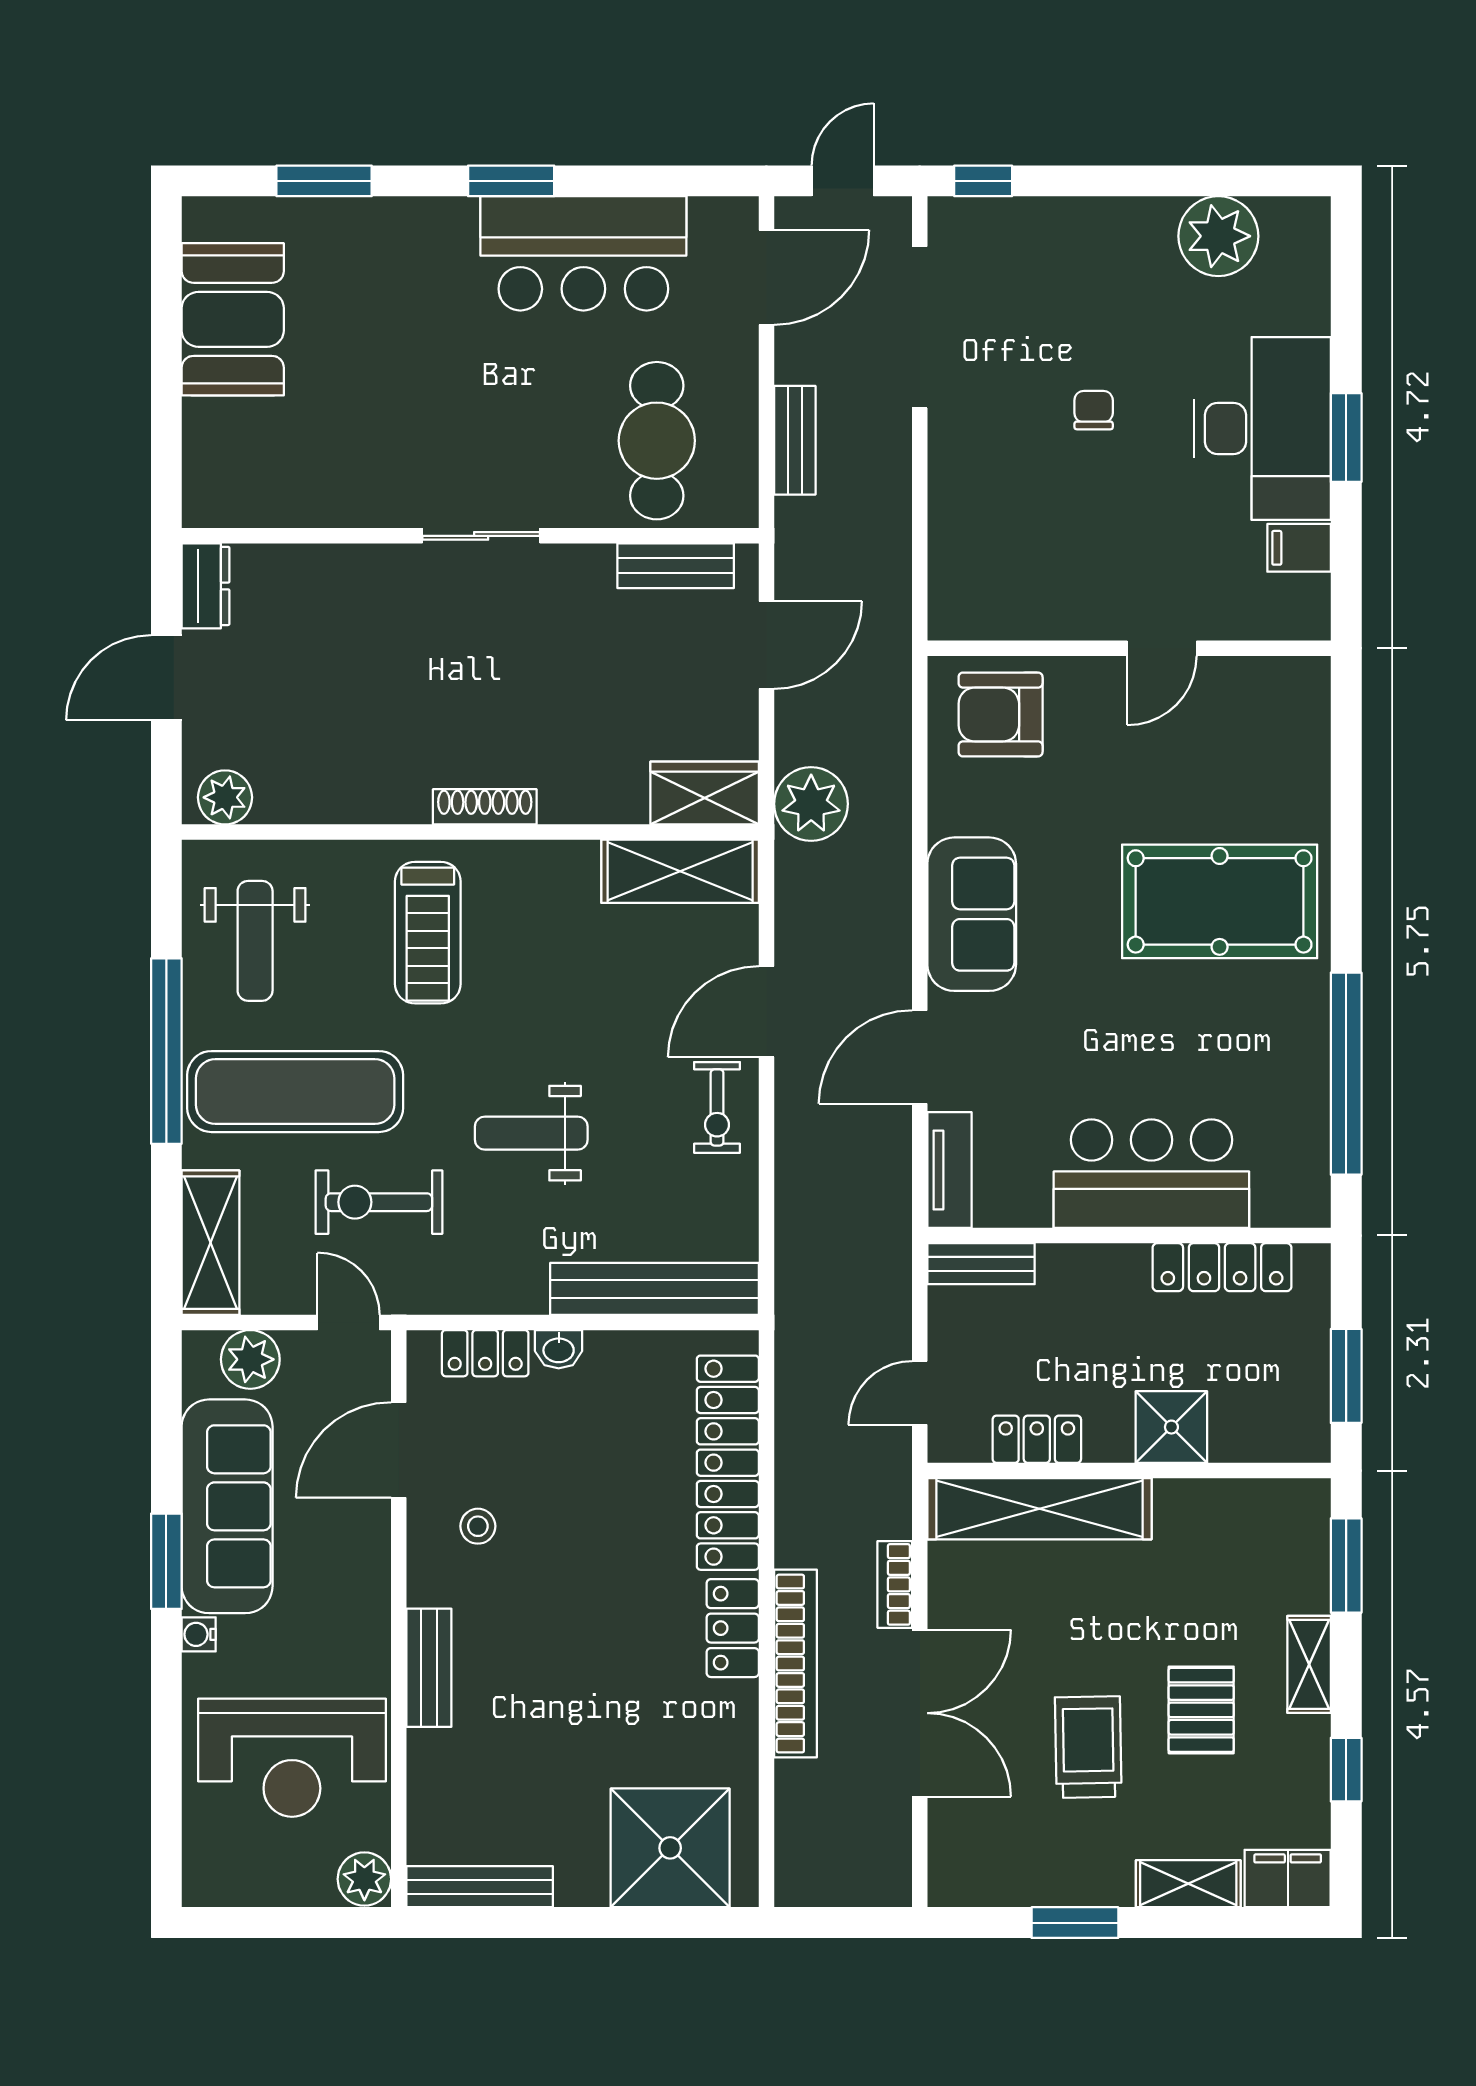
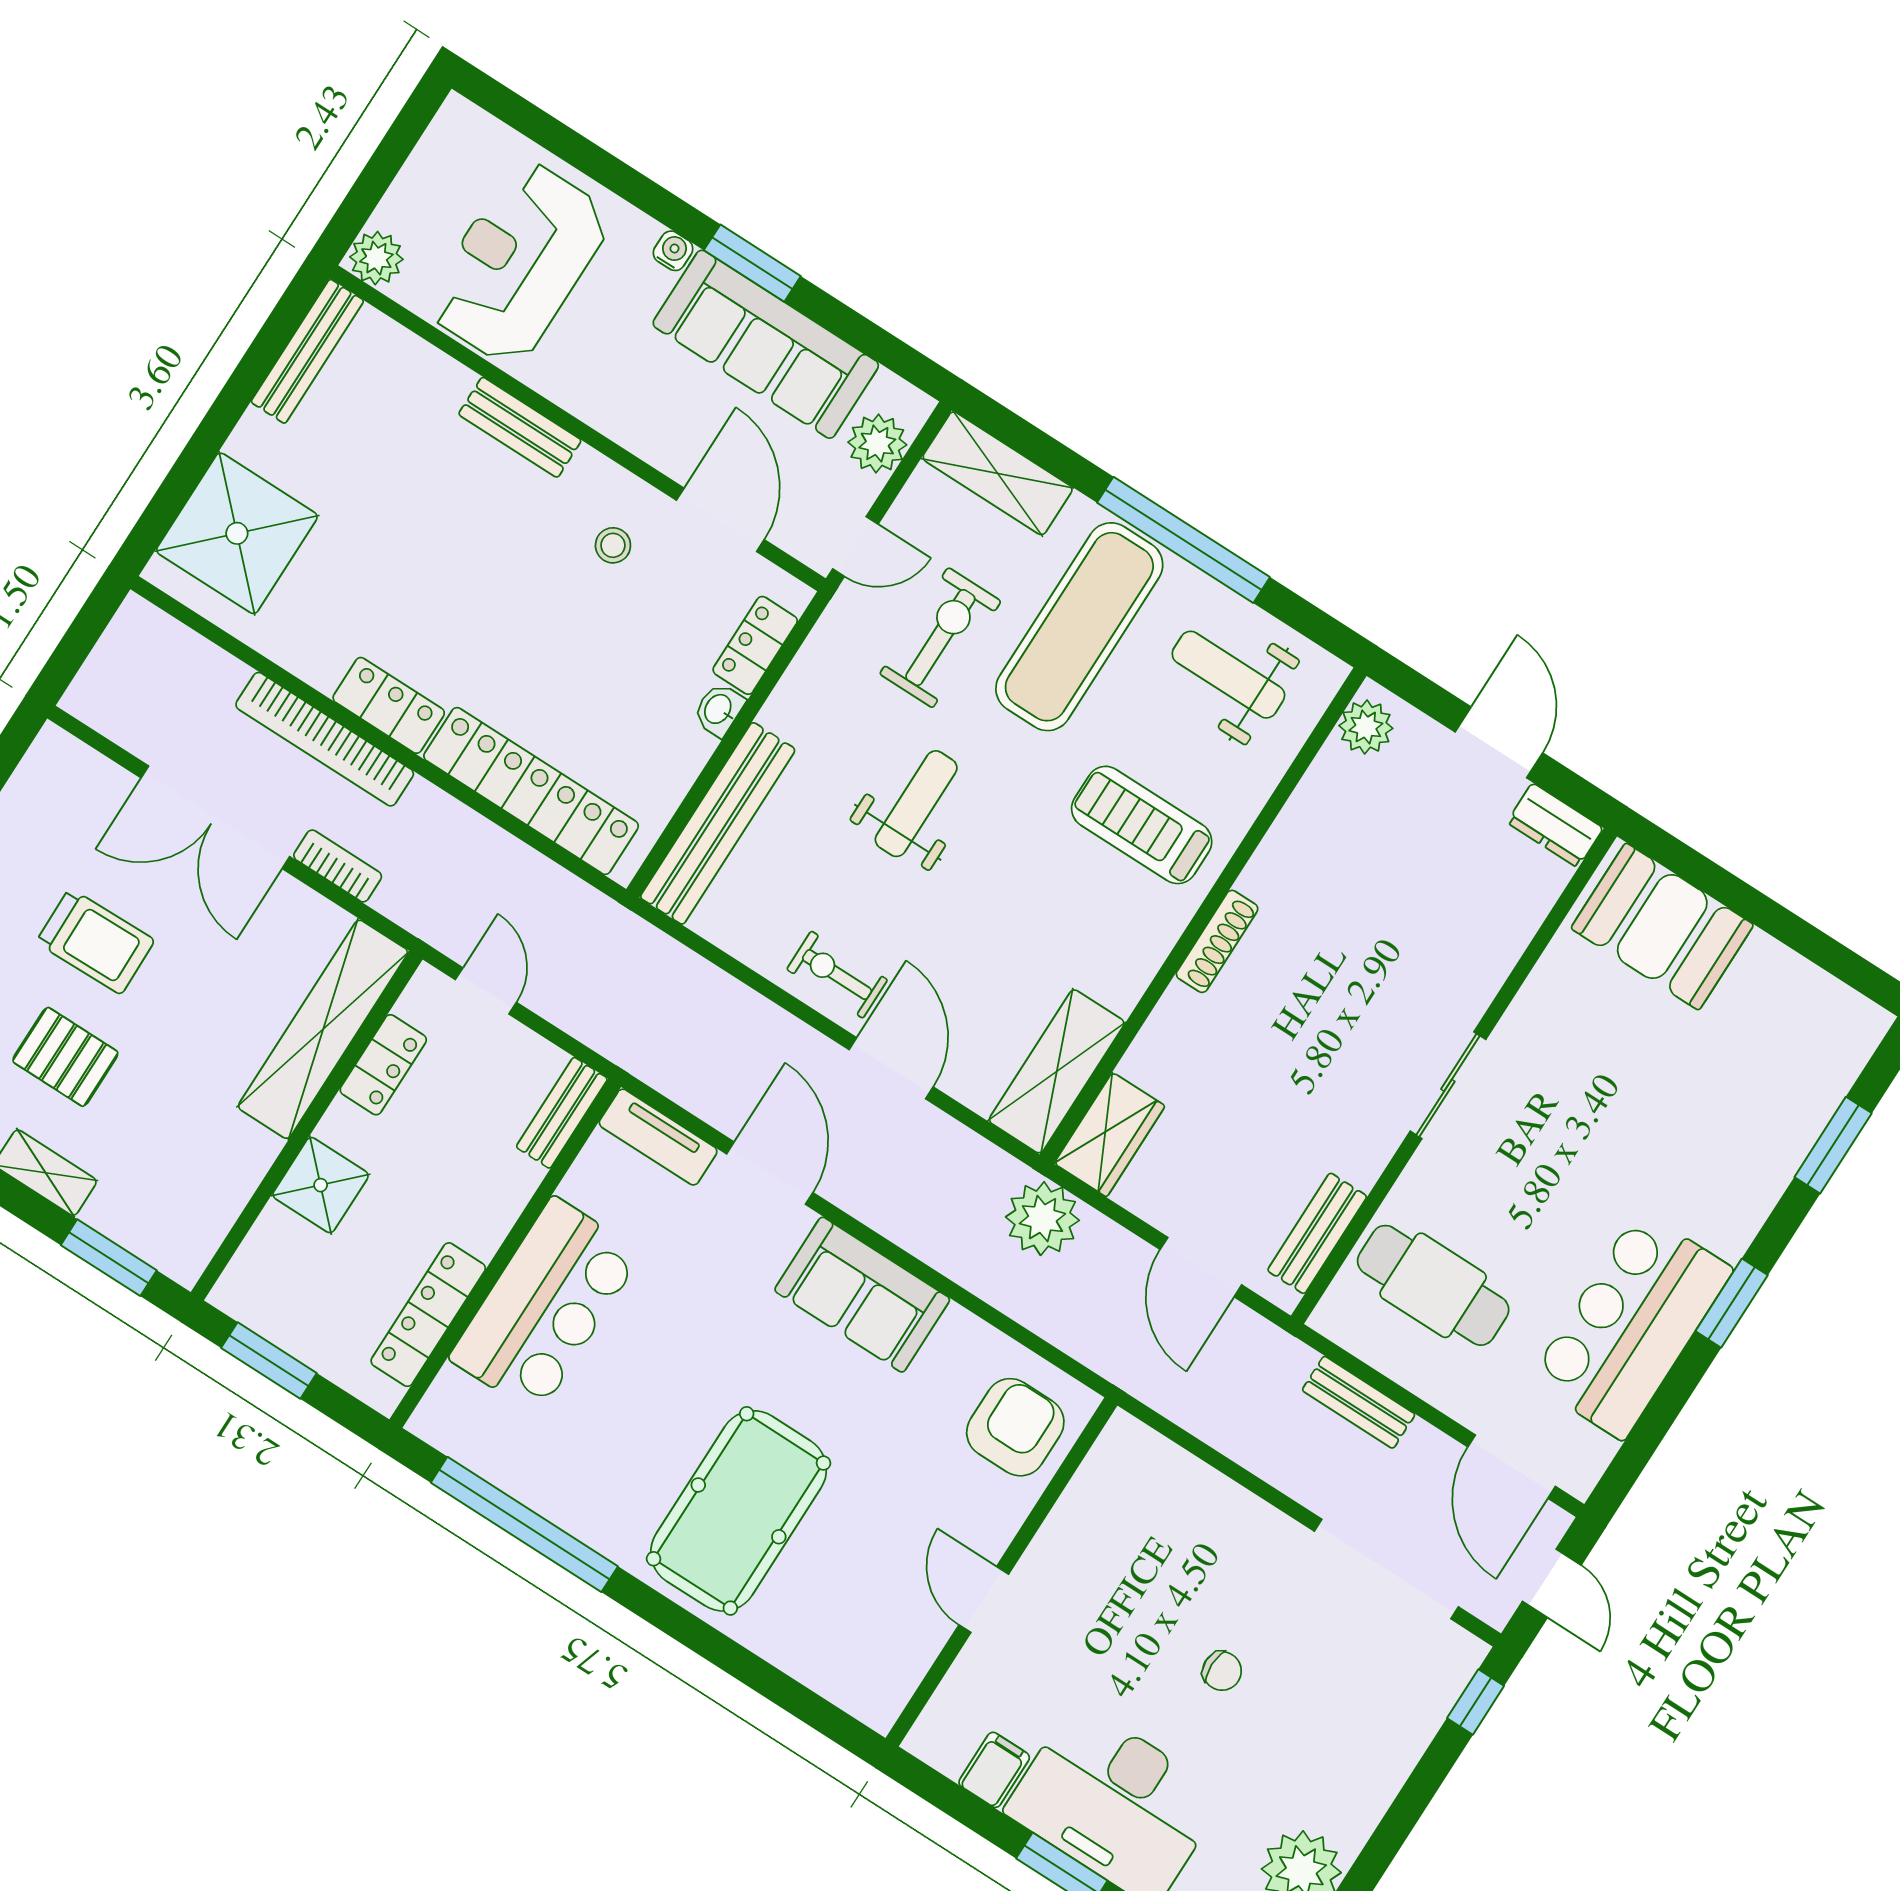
booth: (233, 319) -> (1662, 927), moved

